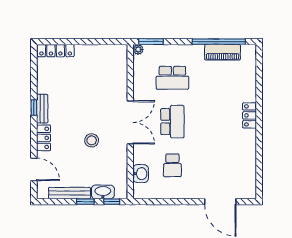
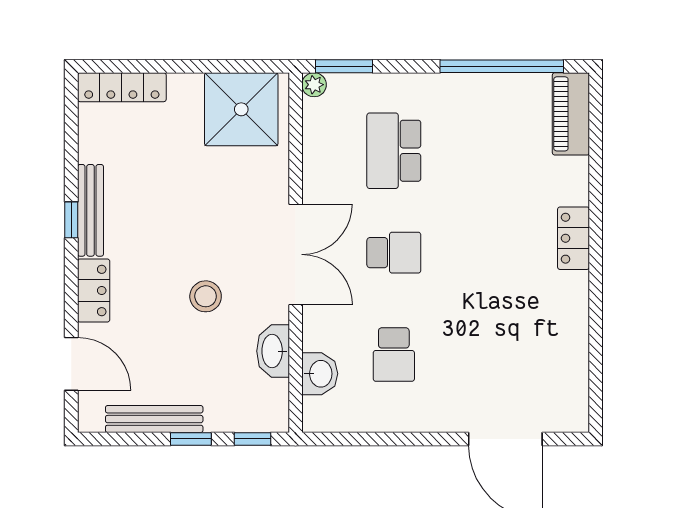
piano: (223, 52) -> (571, 114), moved, turned 90
shower: (107, 60) -> (241, 109), added
school desk: (172, 78) -> (394, 151), turned 90
bench: (42, 109) -> (90, 210), width x1.36
school desk: (172, 122) -> (394, 253), width x0.54
washbasin: (103, 192) -> (273, 351), moved, turned -90

